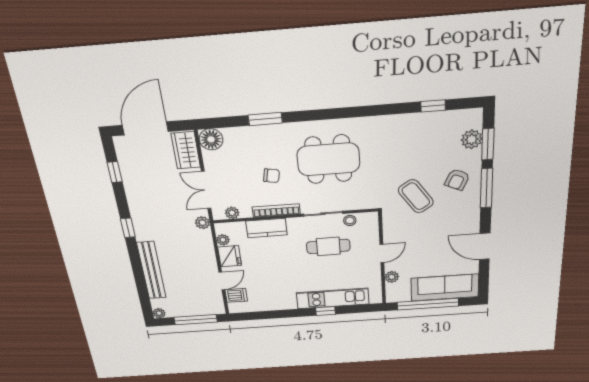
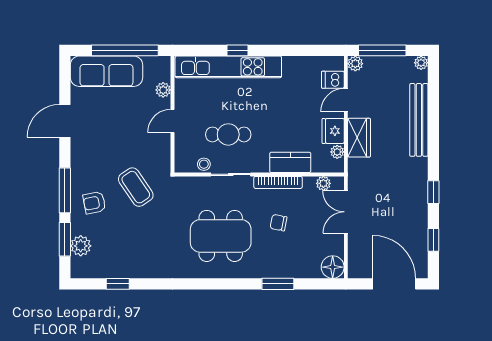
door: (145, 128) -> (394, 284), swing flipped
wardrobe: (186, 150) -> (359, 138), moved
armchair: (457, 180) -> (94, 203), turned -126
double door: (206, 190) -> (346, 212), swing flipped
plant: (203, 223) -> (355, 64), moved
window: (128, 228) -> (433, 192), moved
door: (485, 246) -> (65, 121), swing flipped
kitchen unit: (333, 298) -> (228, 67), width x1.36

